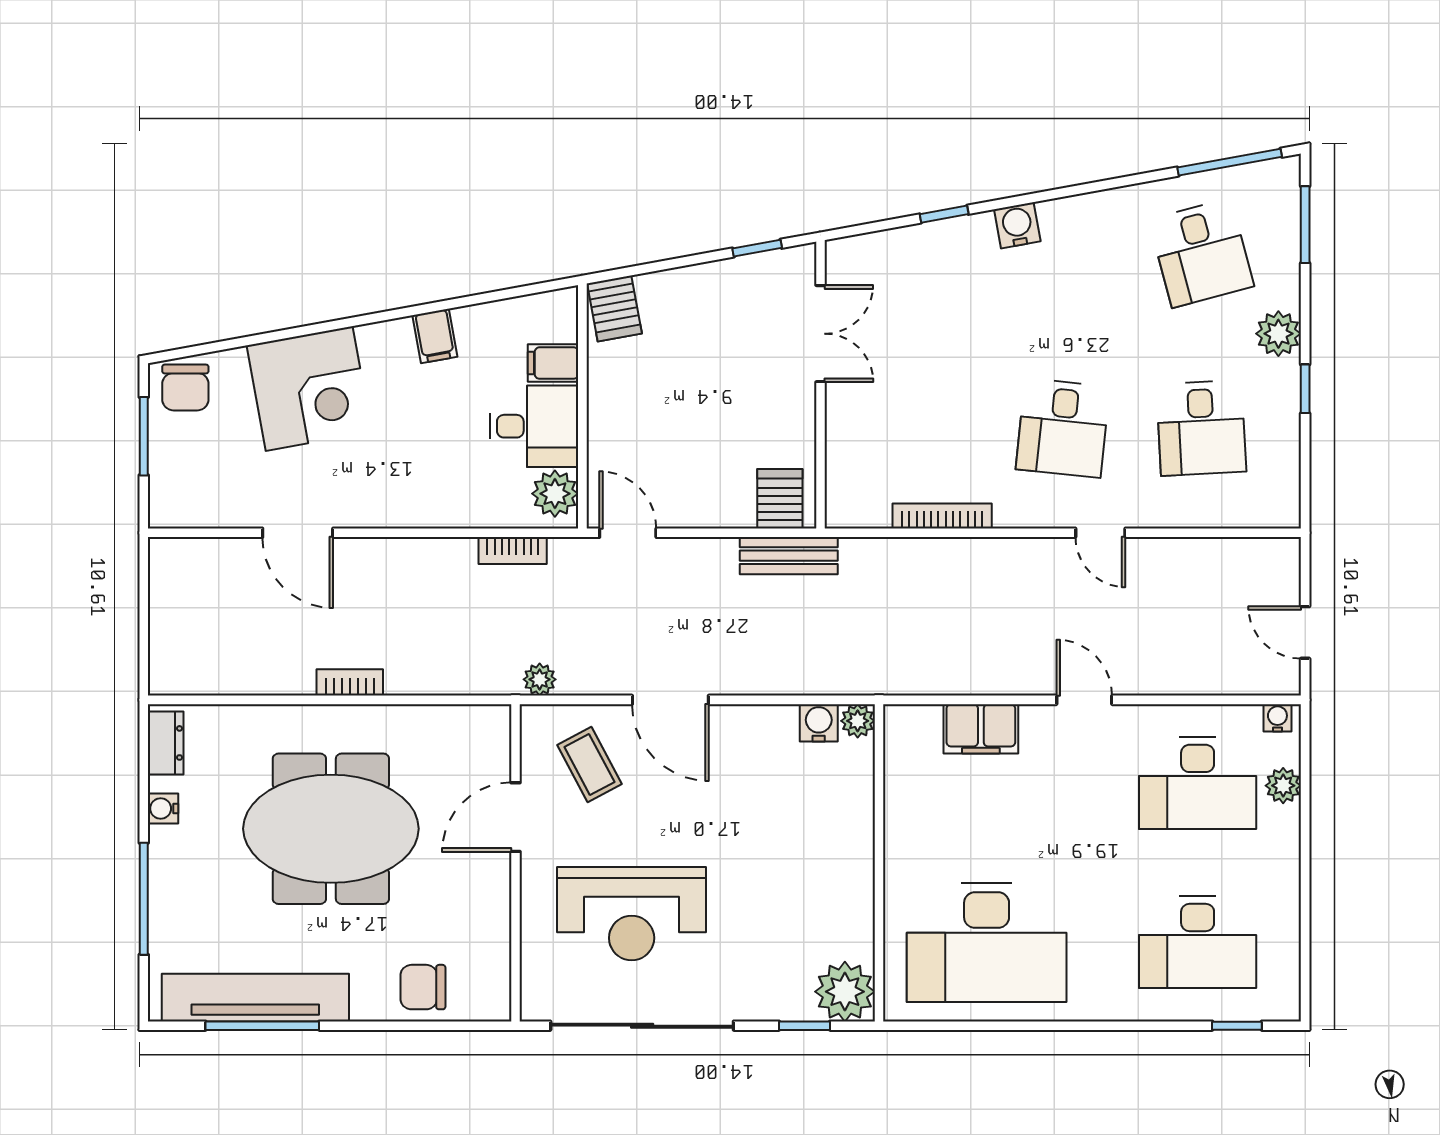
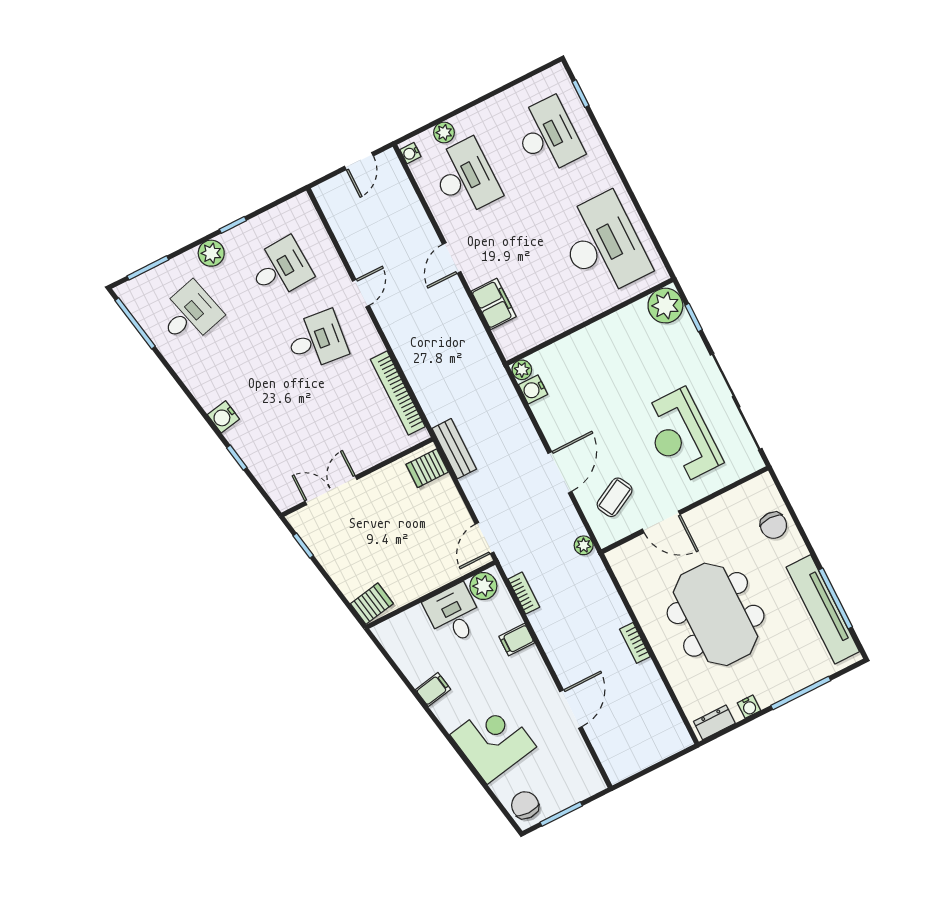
filing cabinet: (553, 363) -> (517, 640), moved, turned 90
chair: (185, 387) -> (525, 805), turned -90
bookcase: (942, 516) -> (398, 393), width x1.48, depth x1.31
reception desk: (632, 914) -> (681, 436), turned 180

